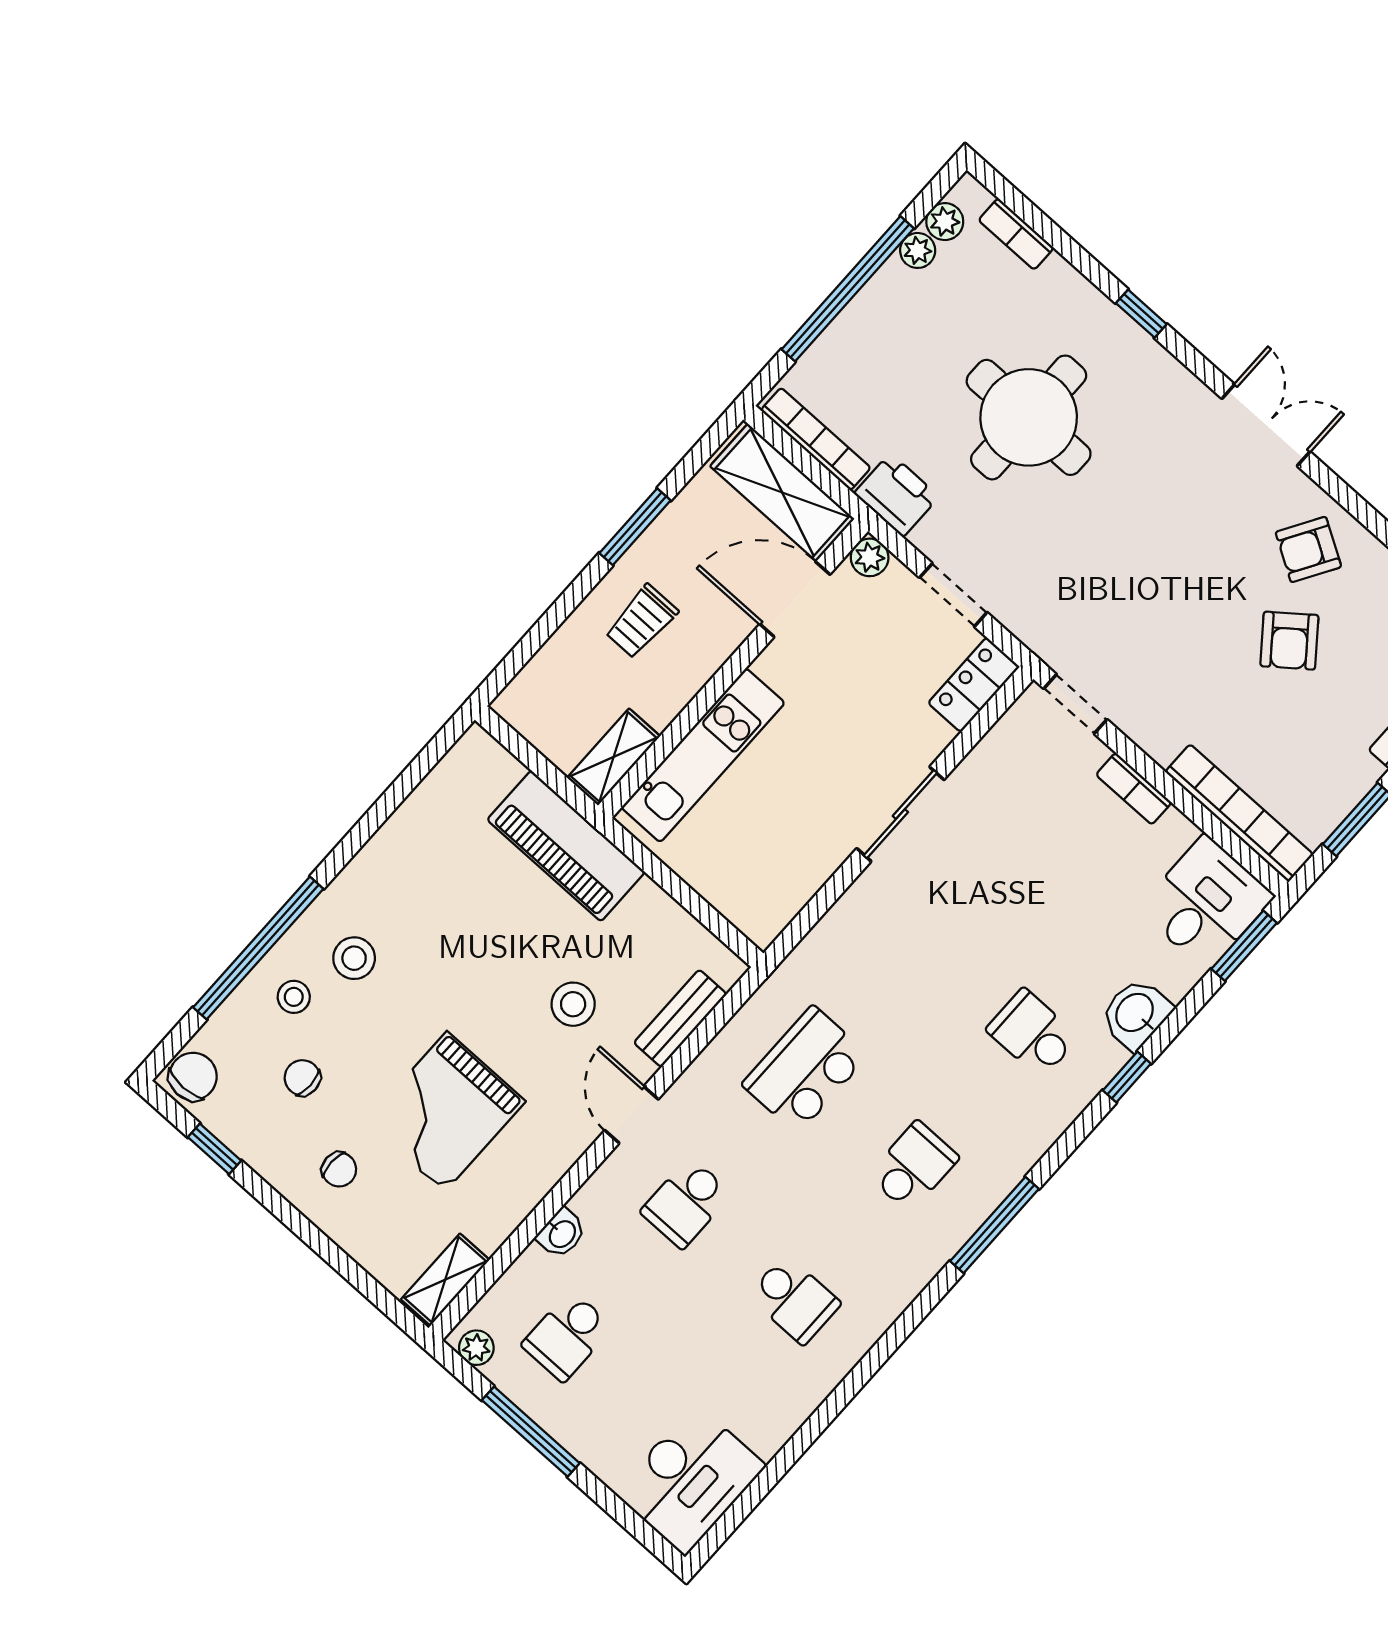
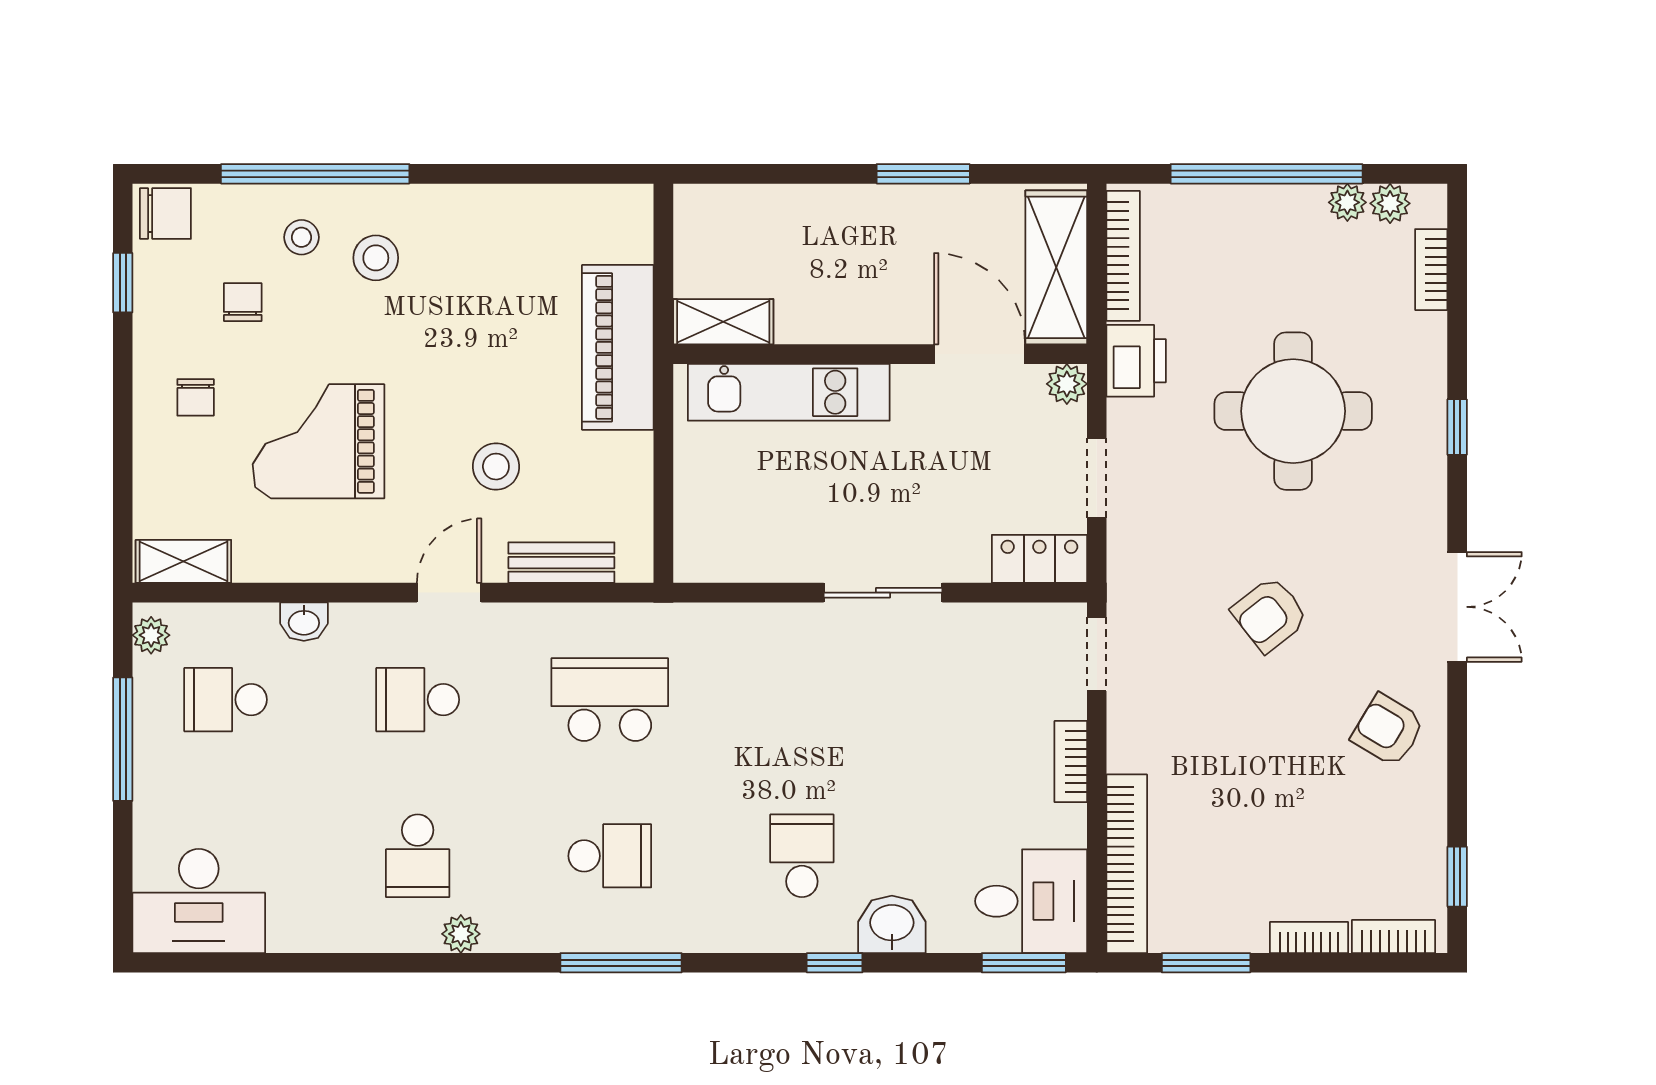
trolley: (642, 621) -> (852, 247), removed
armchair: (1289, 641) -> (1270, 615), moved
plant: (875, 1318) -> (461, 934), added

